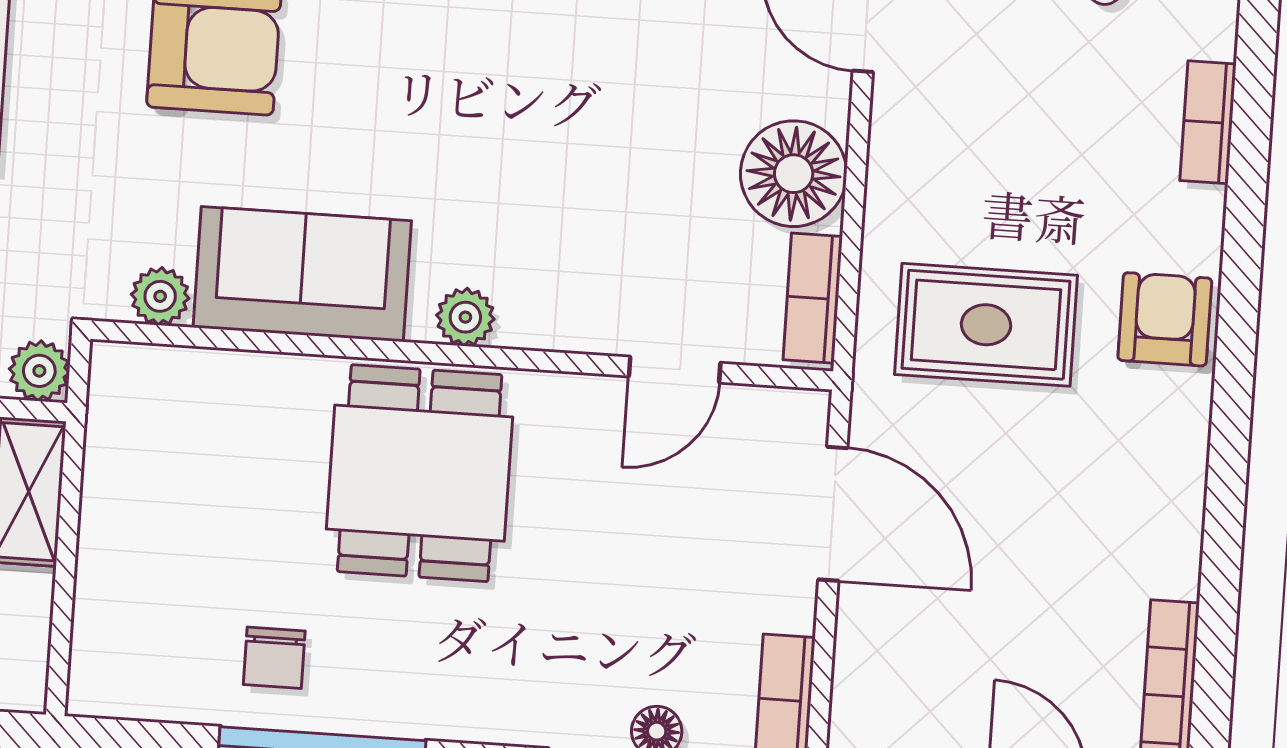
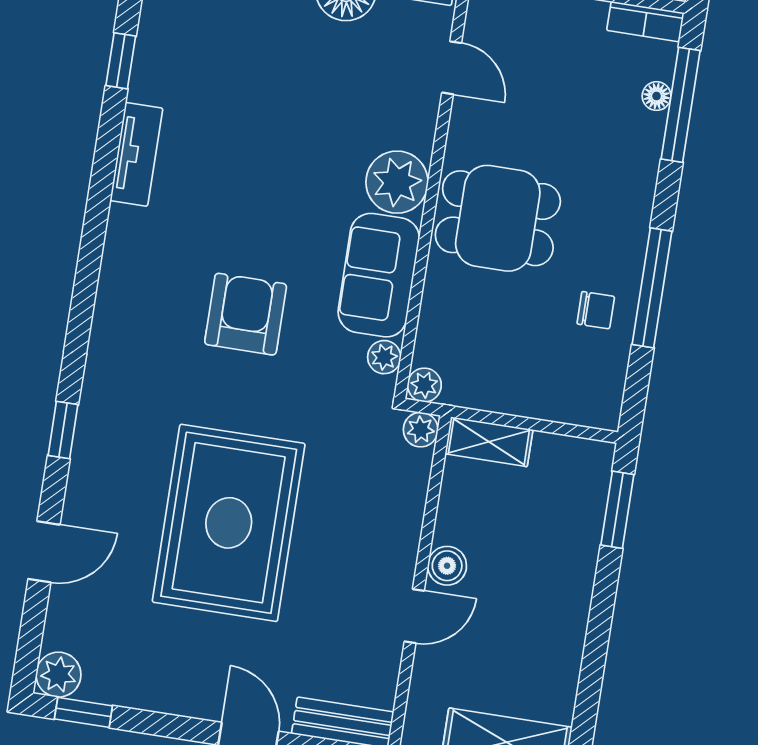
plant: (465, 317) -> (397, 182), width x1.88, depth x1.88
plant: (118, 370) -> (424, 385), added

